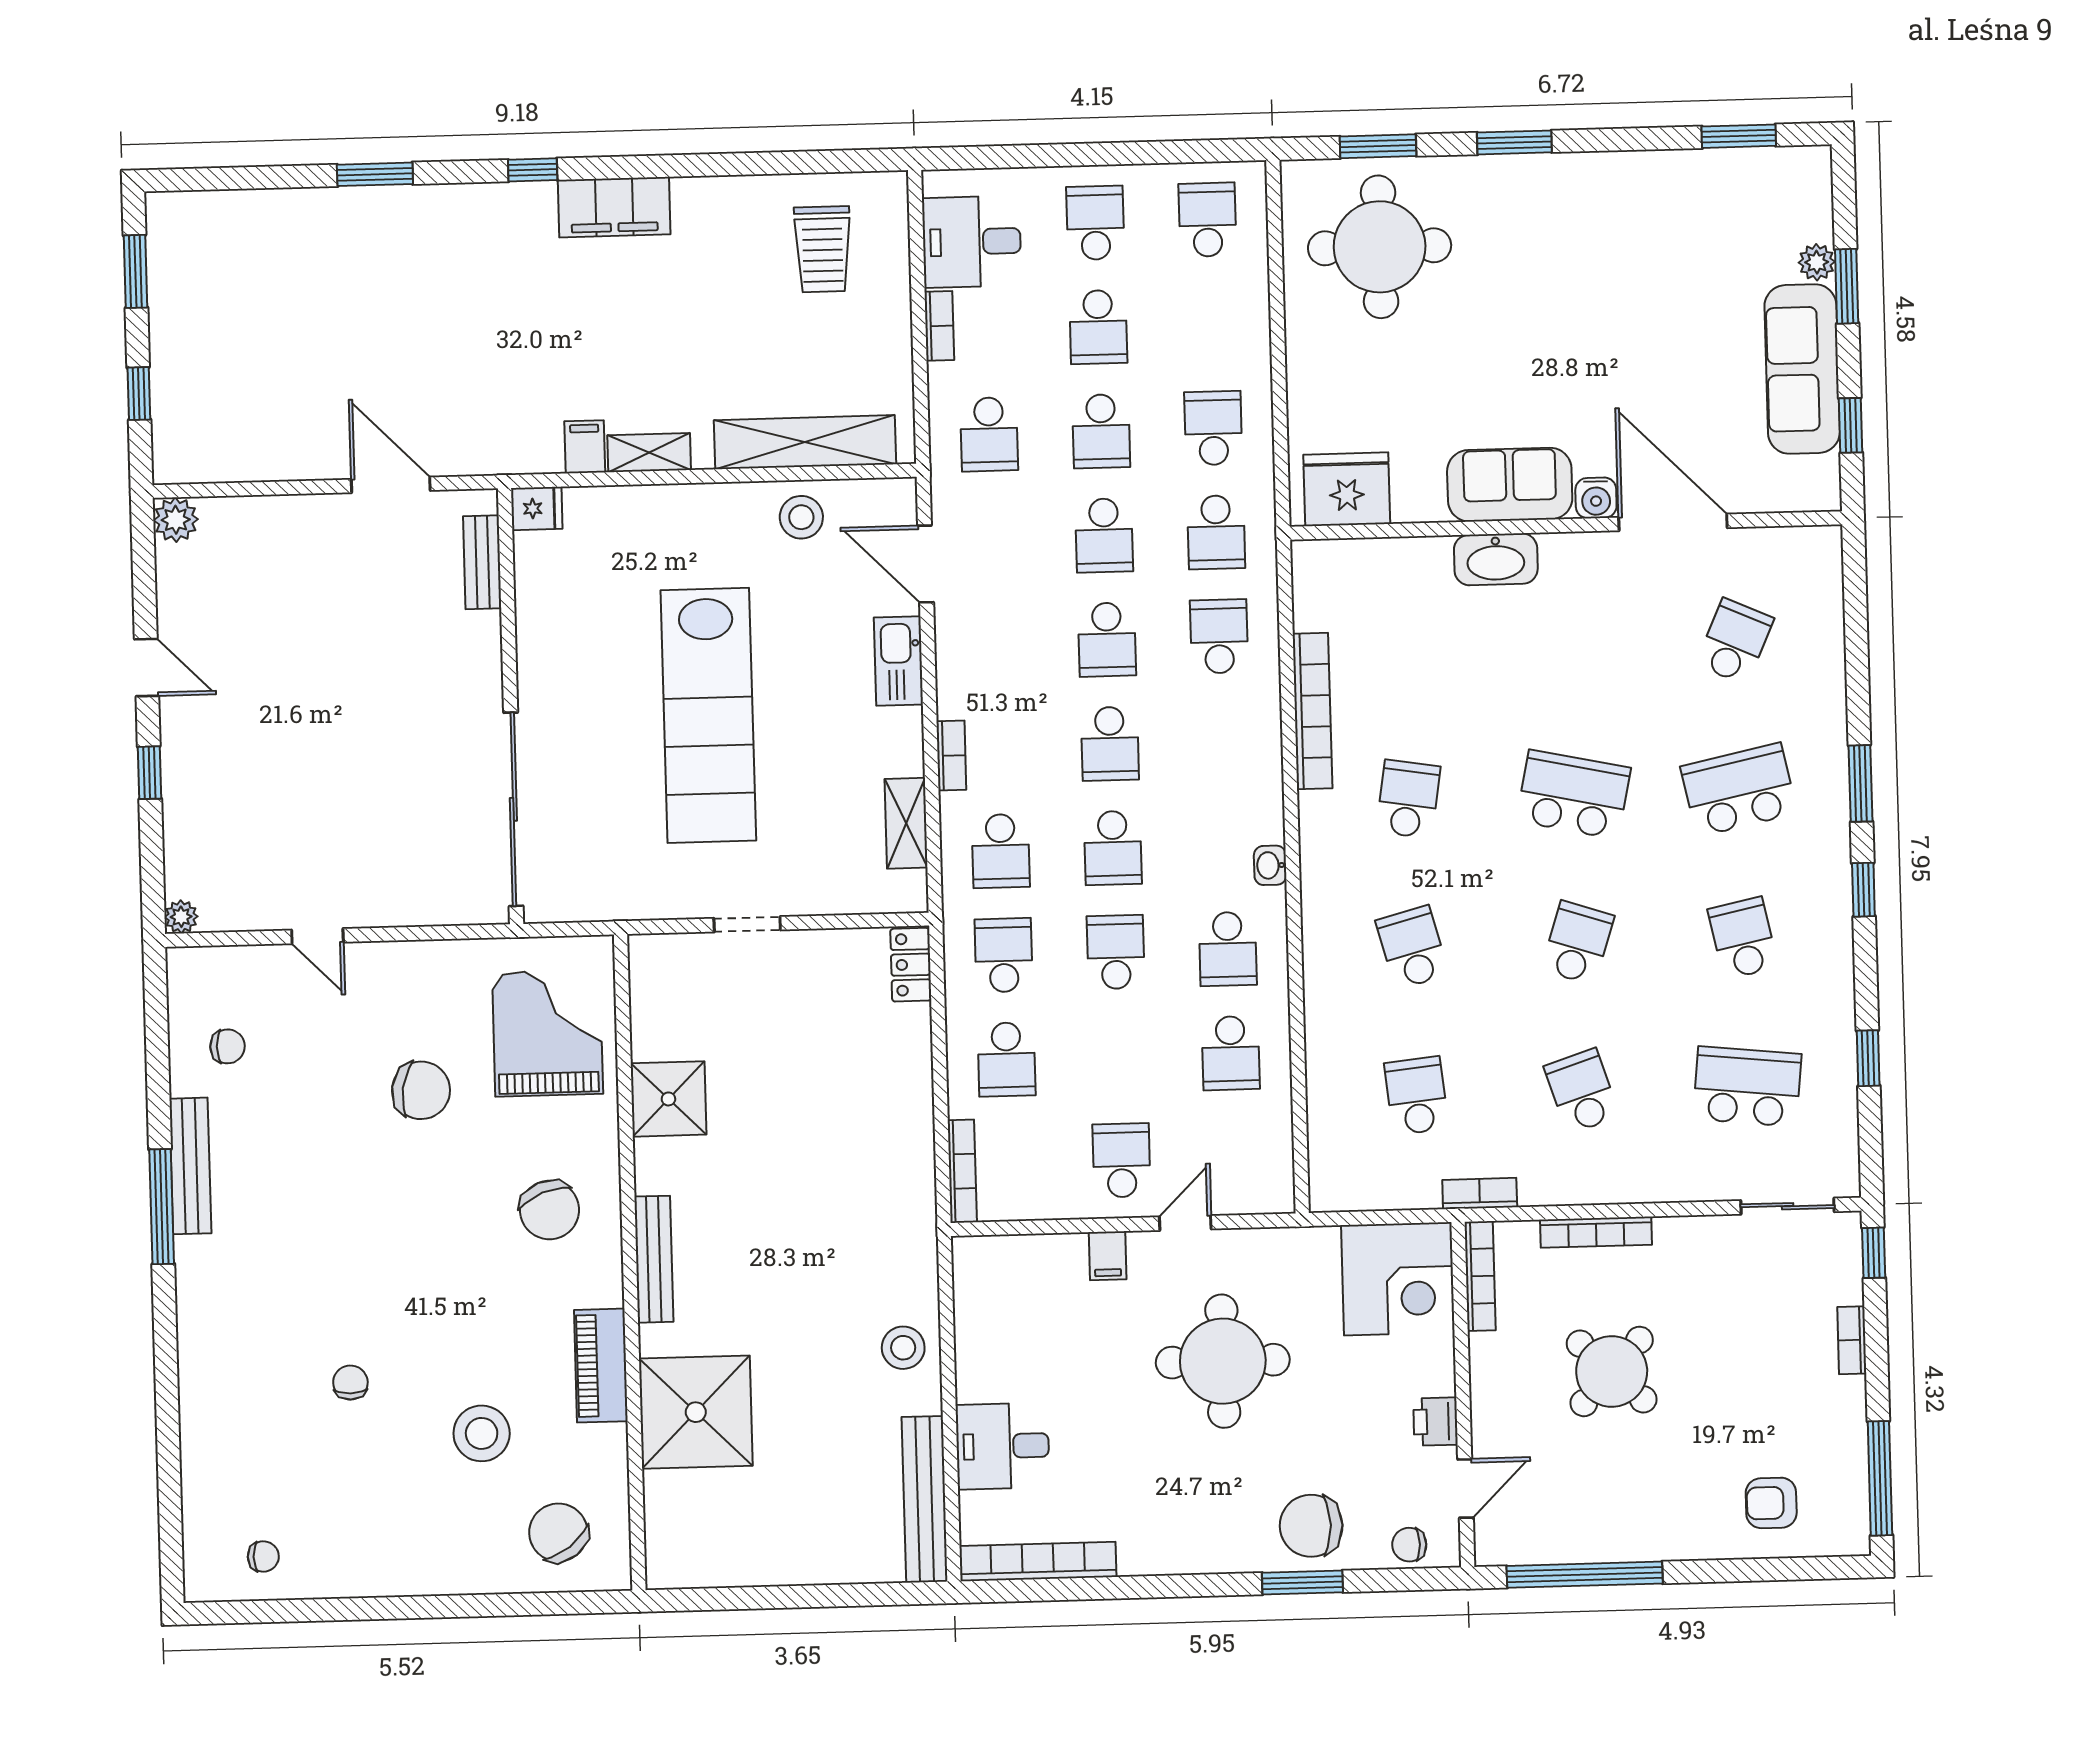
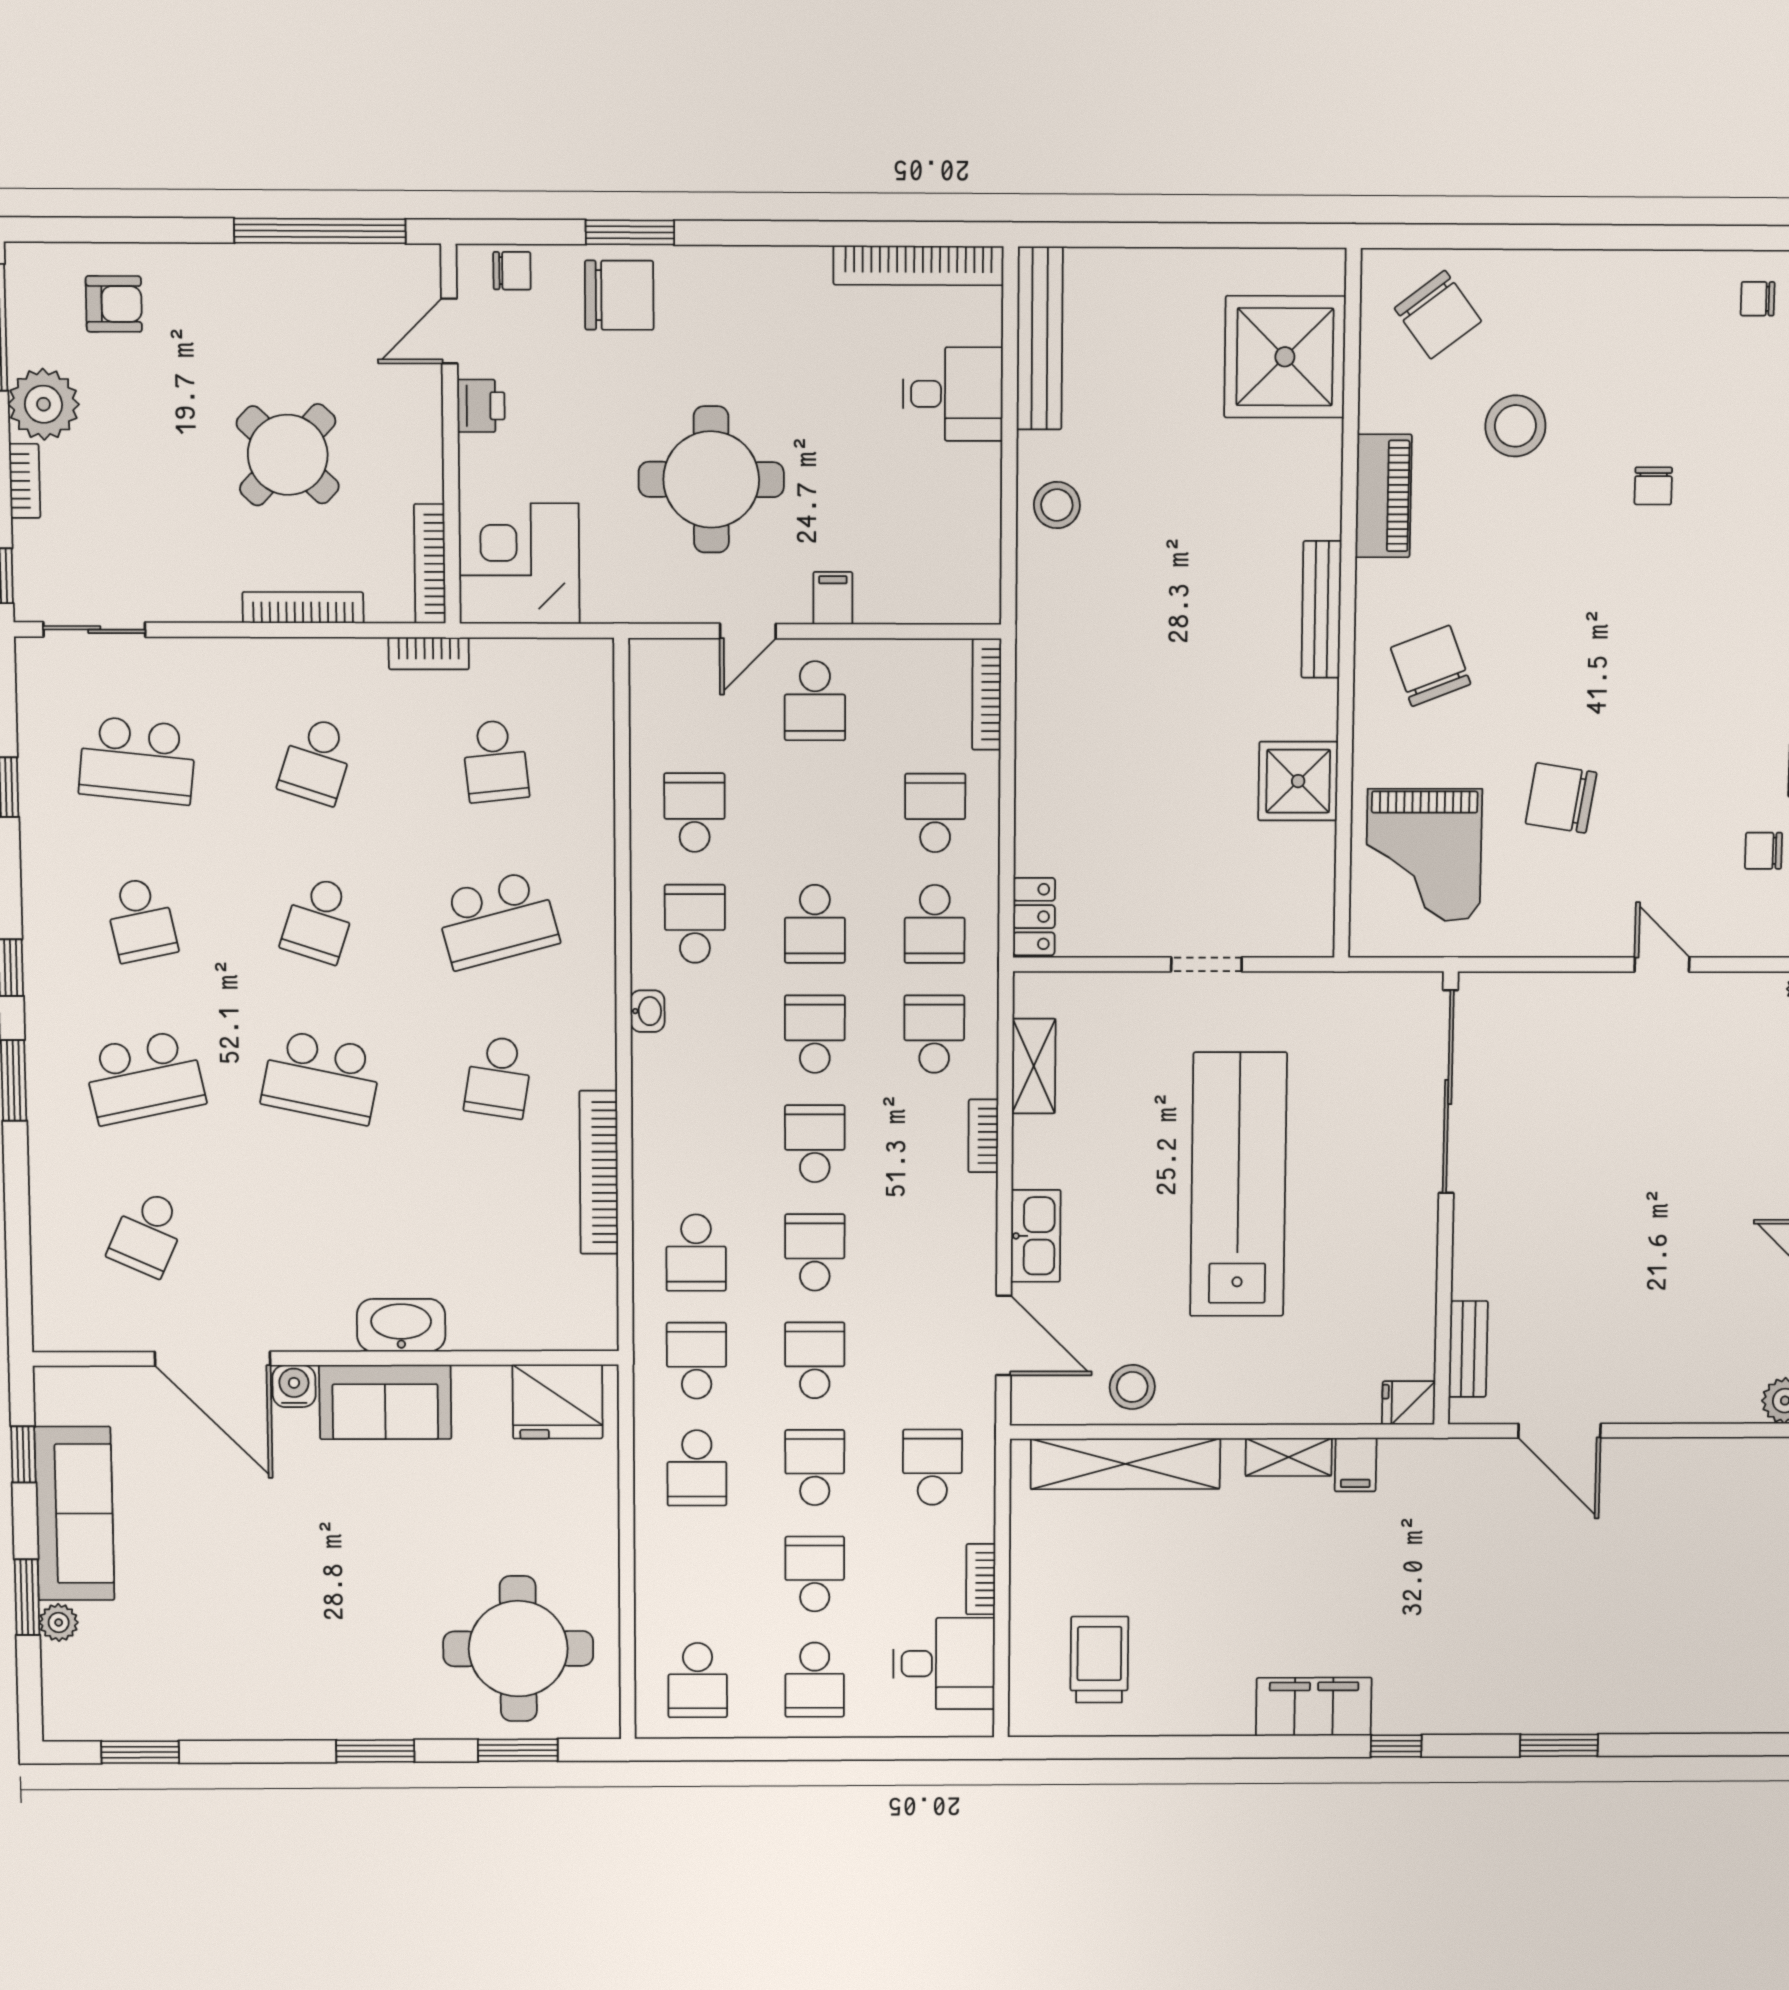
school desk: (1412, 947) -> (497, 920), width x1.85
school desk: (1582, 1091) -> (317, 761), turned 36
plant: (1835, 1410) -> (43, 404), added
shower: (696, 1412) -> (1285, 357), moved

